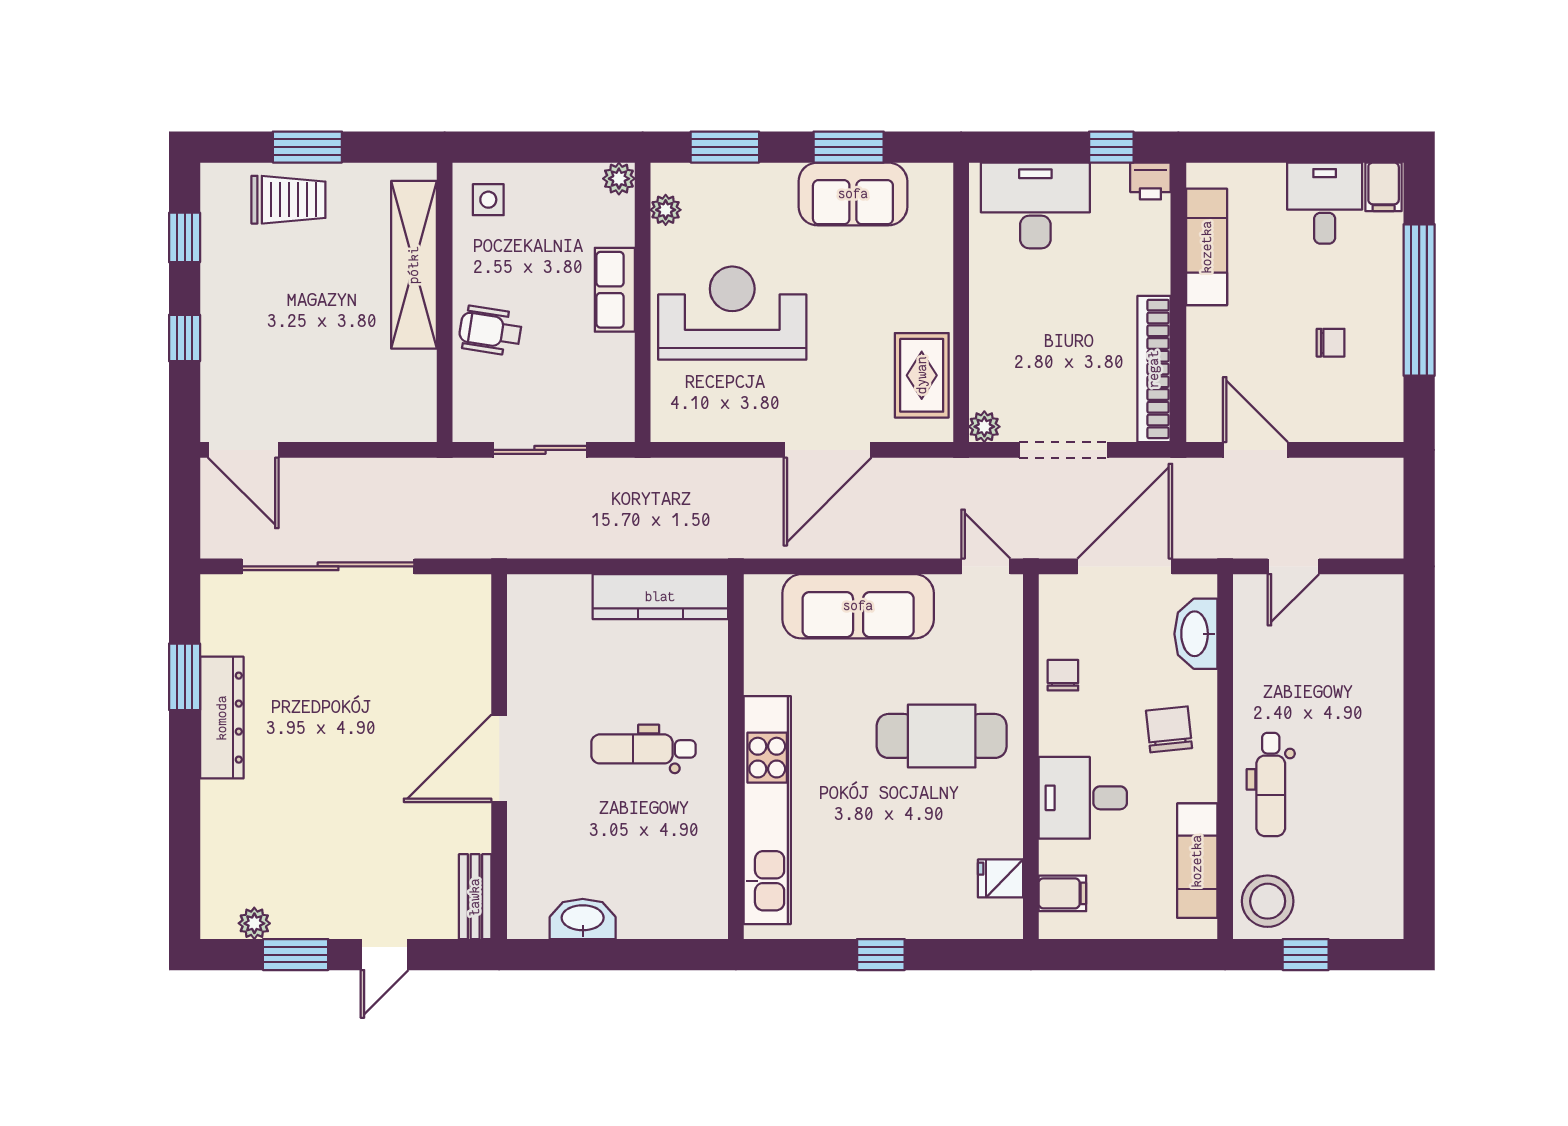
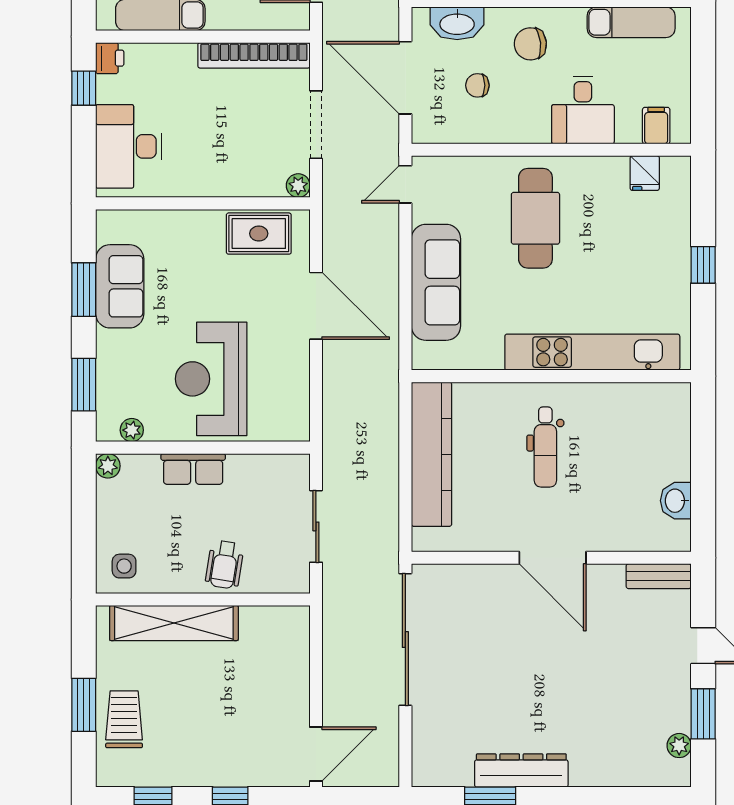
sliding door: (328, 566) -> (405, 639), moved
kitchen counter: (660, 597) -> (431, 454), width x1.39, depth x1.17
chair: (1063, 675) -> (477, 85), moved
washbasin: (583, 919) -> (676, 501), width x0.72

